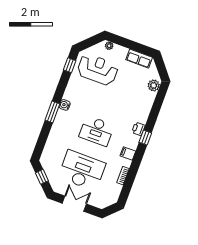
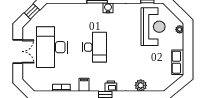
plant: (154, 85) -> (141, 85), moved
desk: (97, 131) -> (95, 47), turned 180
desk: (82, 170) -> (52, 47), turned 180

